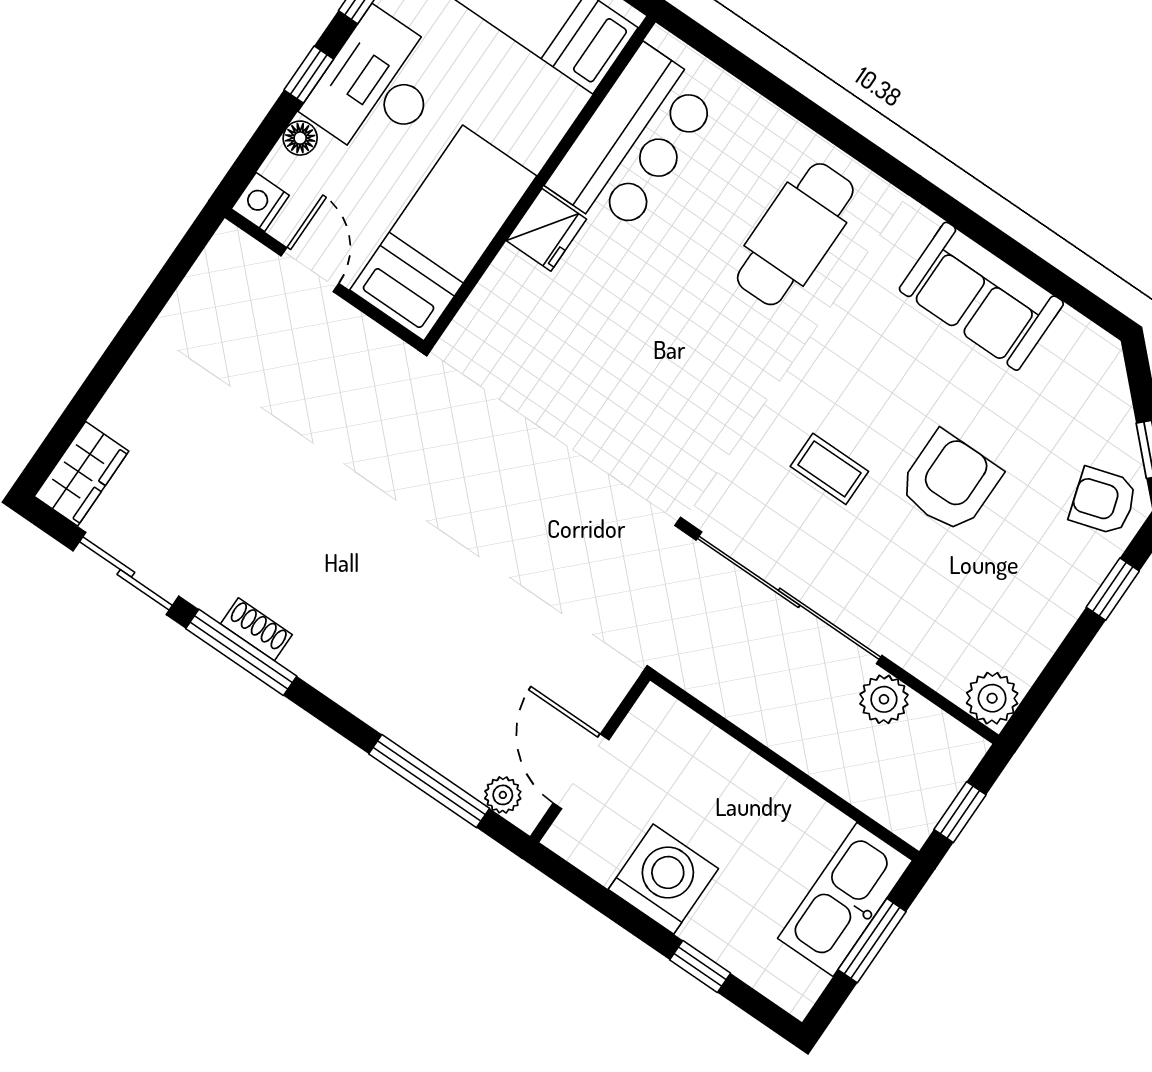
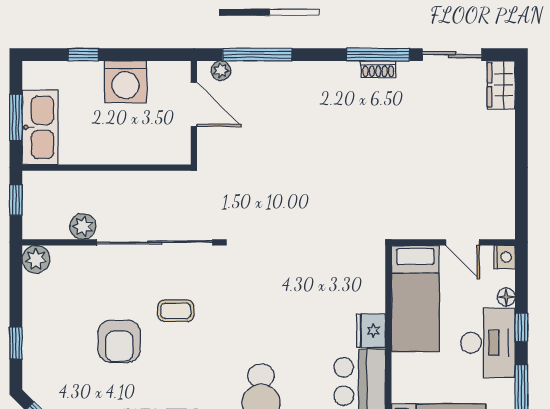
armchair: (1103, 501) -> (46, 379), removed

